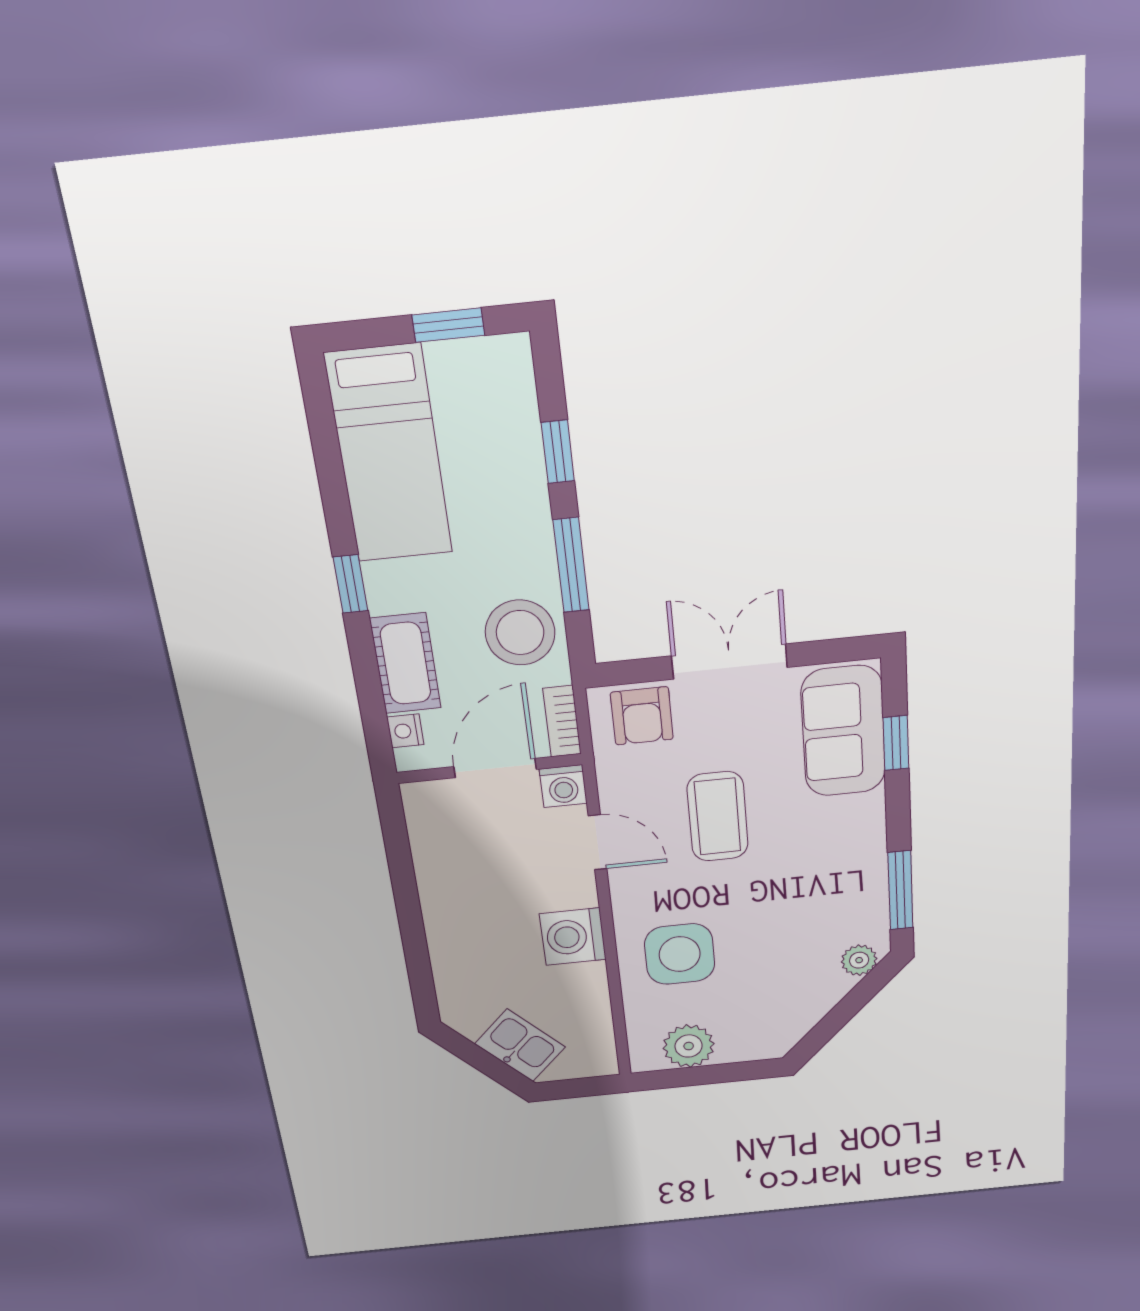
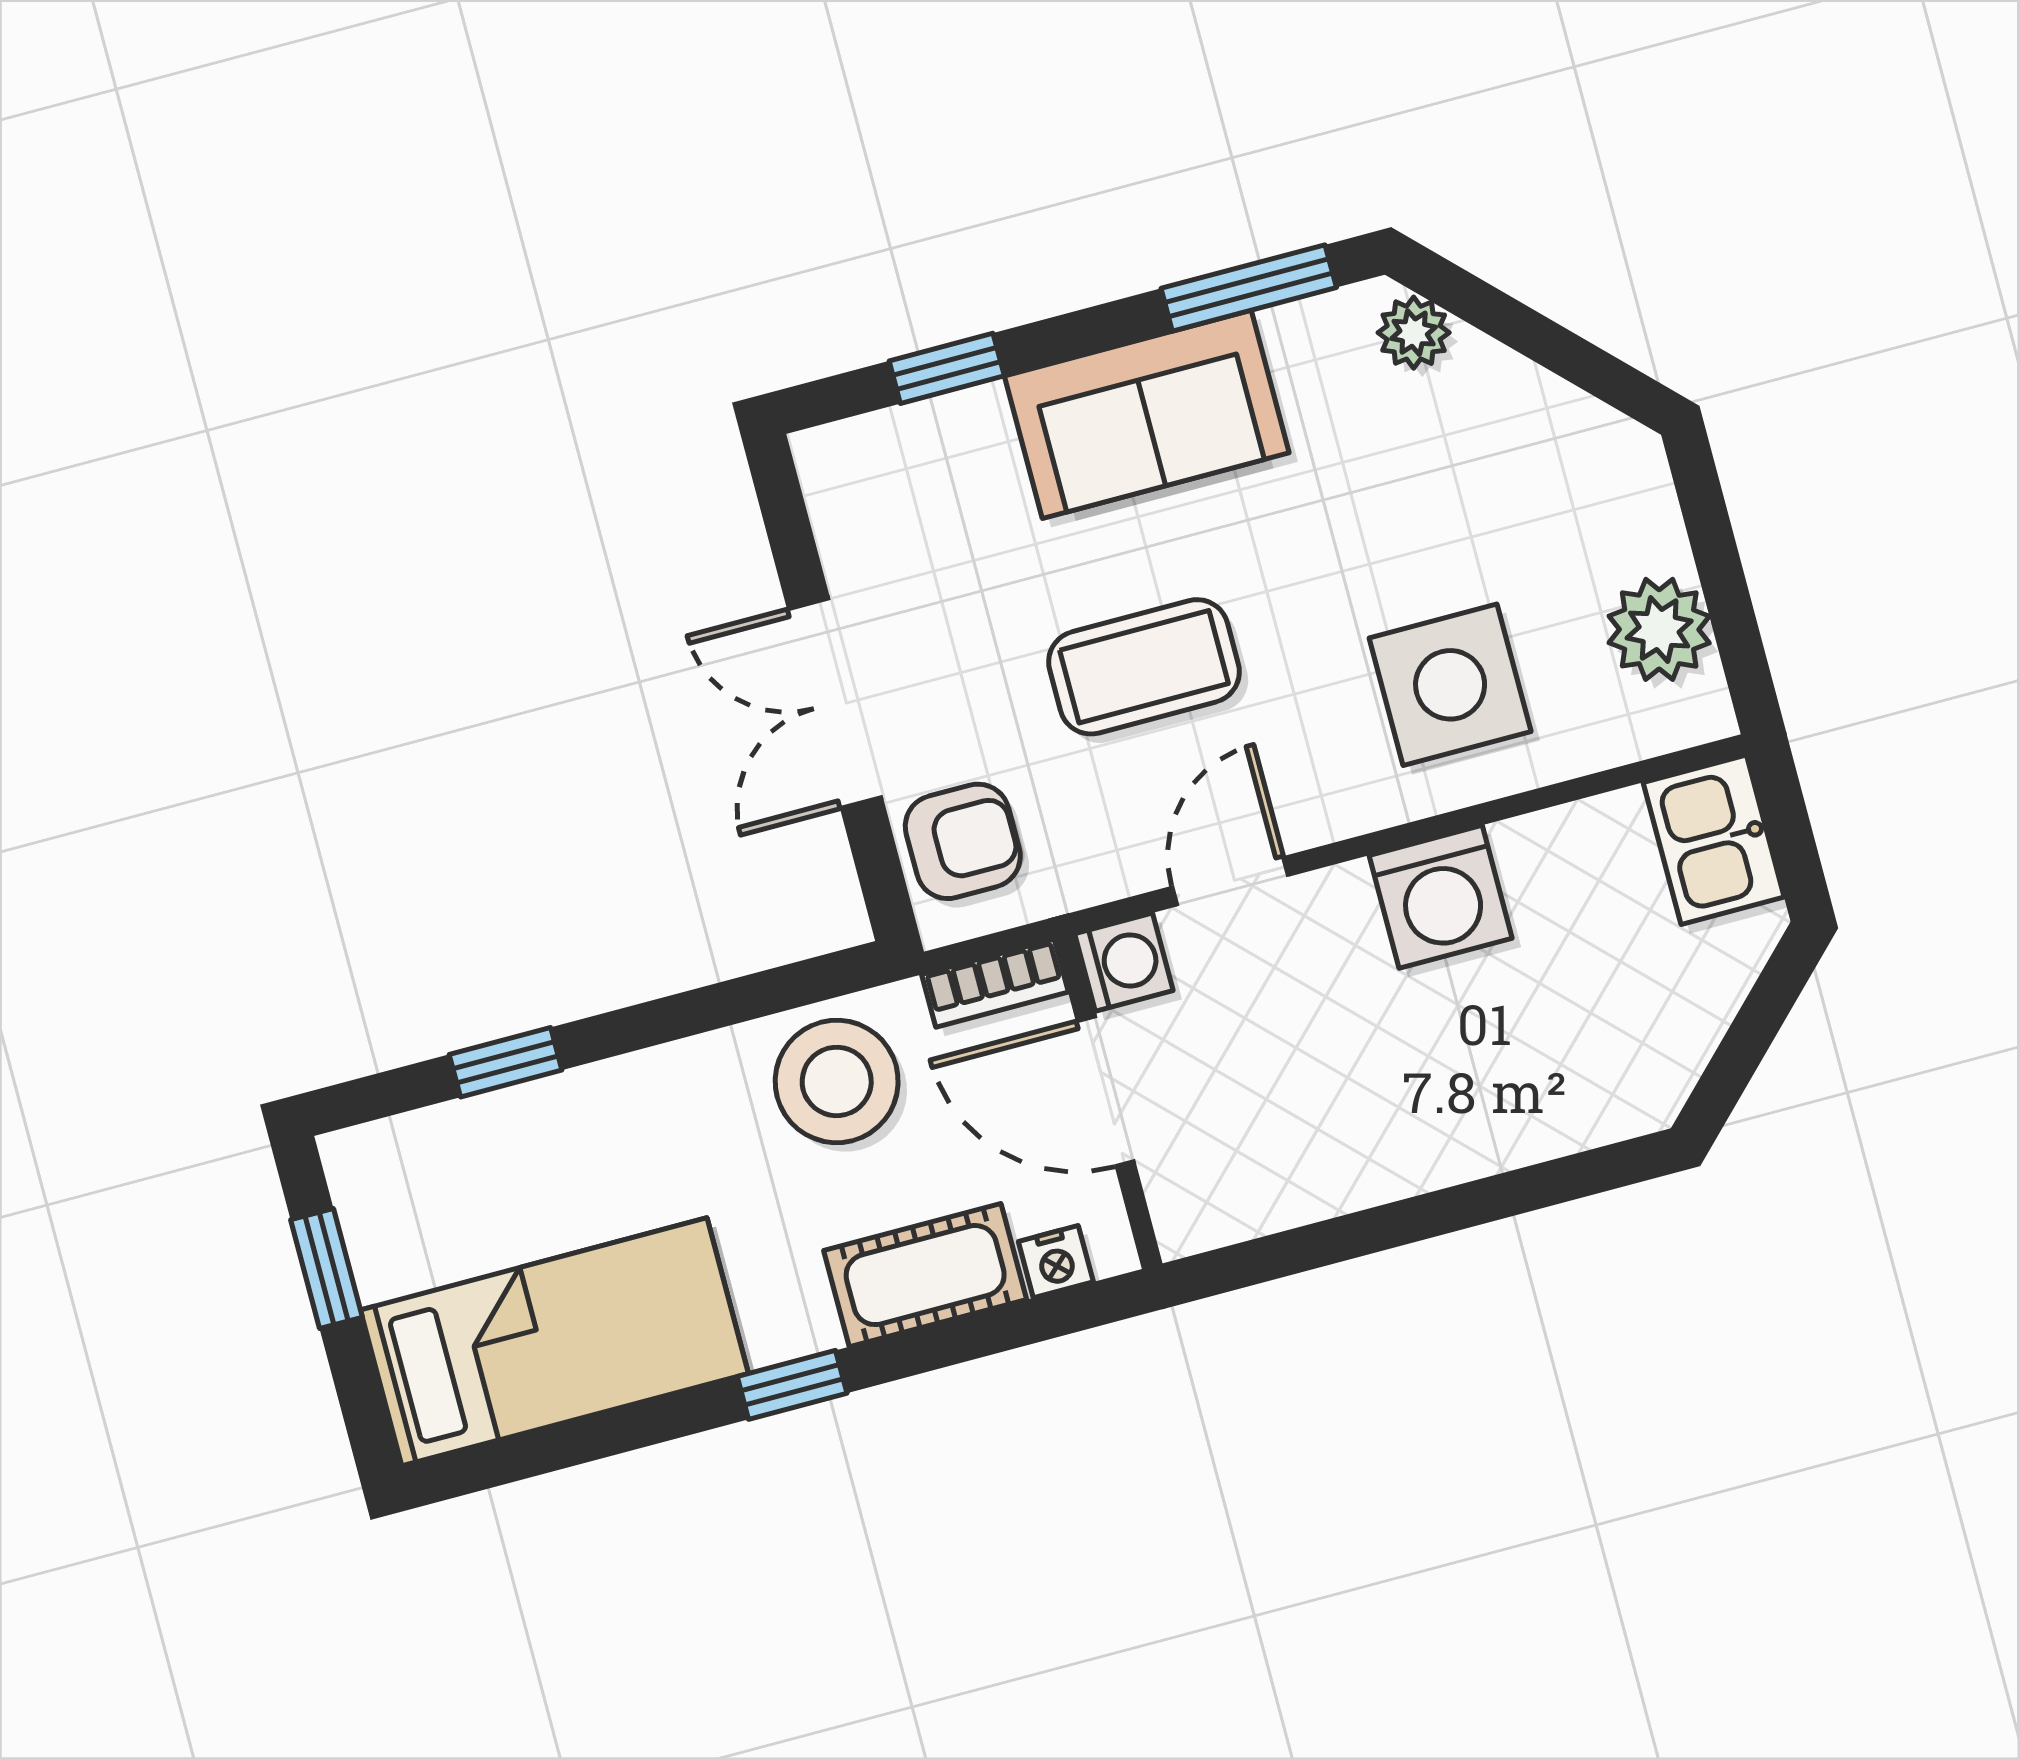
window: (571, 565) -> (700, 1011), removed
sofa: (843, 731) -> (1147, 414), moved
kitchen sink: (520, 1045) -> (1714, 840), moved, turned -45

